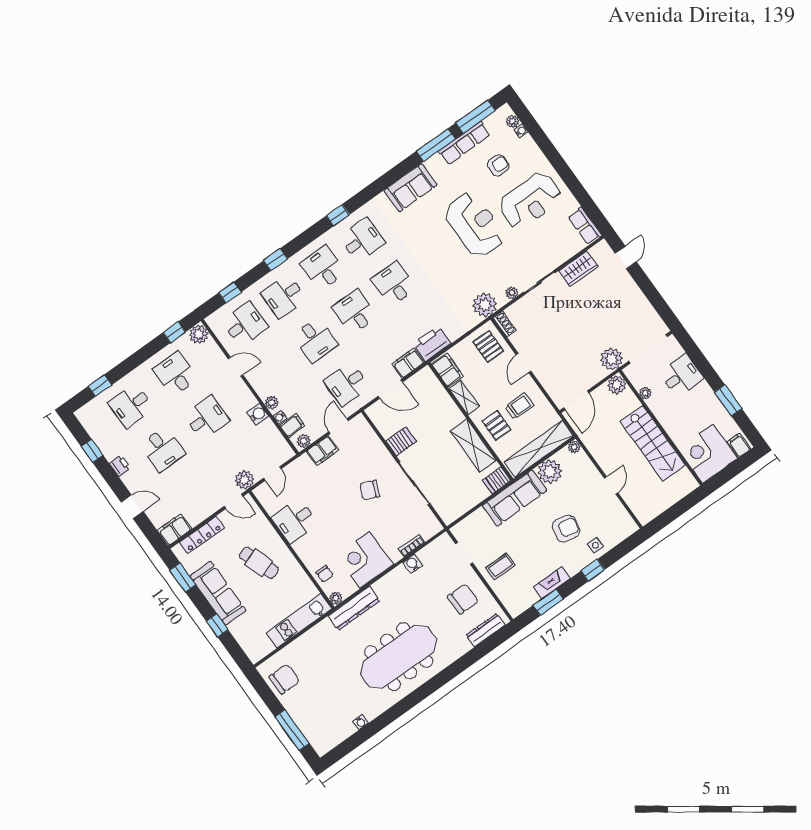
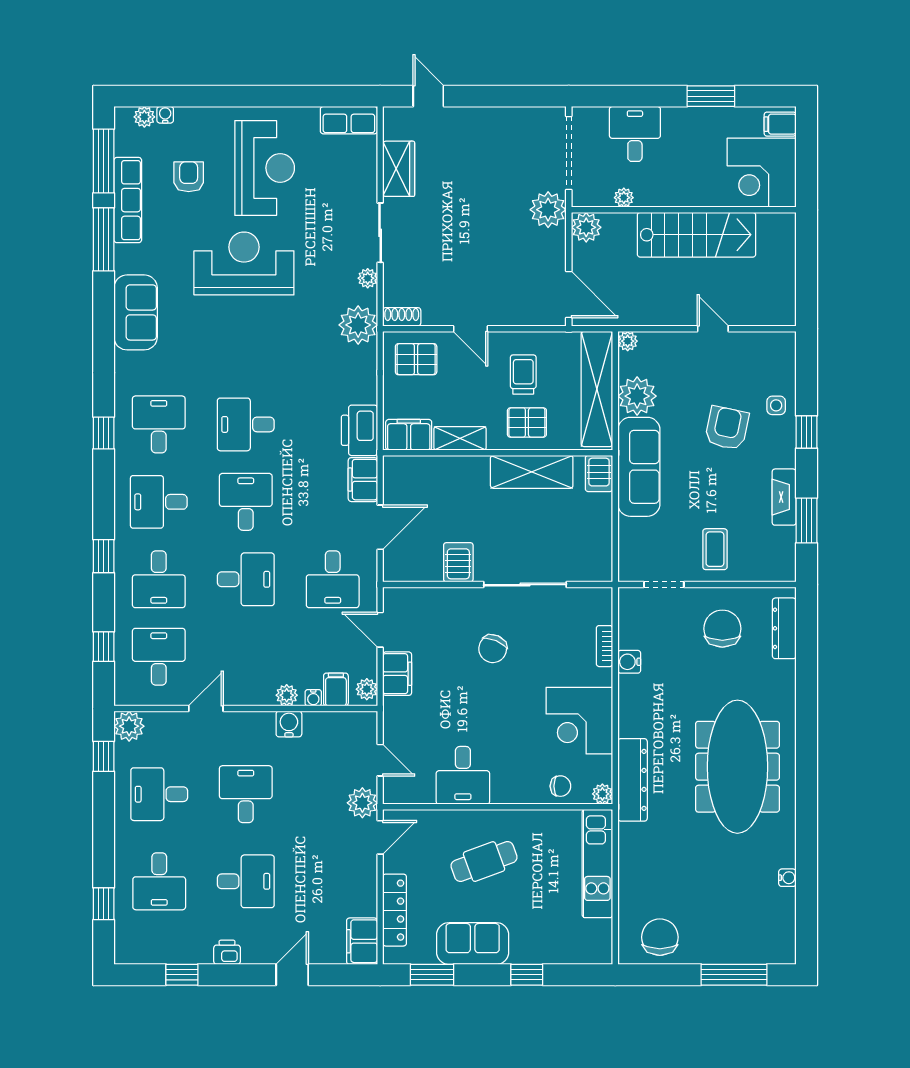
desk: (354, 312) -> (246, 502), turned 90
sofa: (218, 593) -> (473, 943), width x0.73

